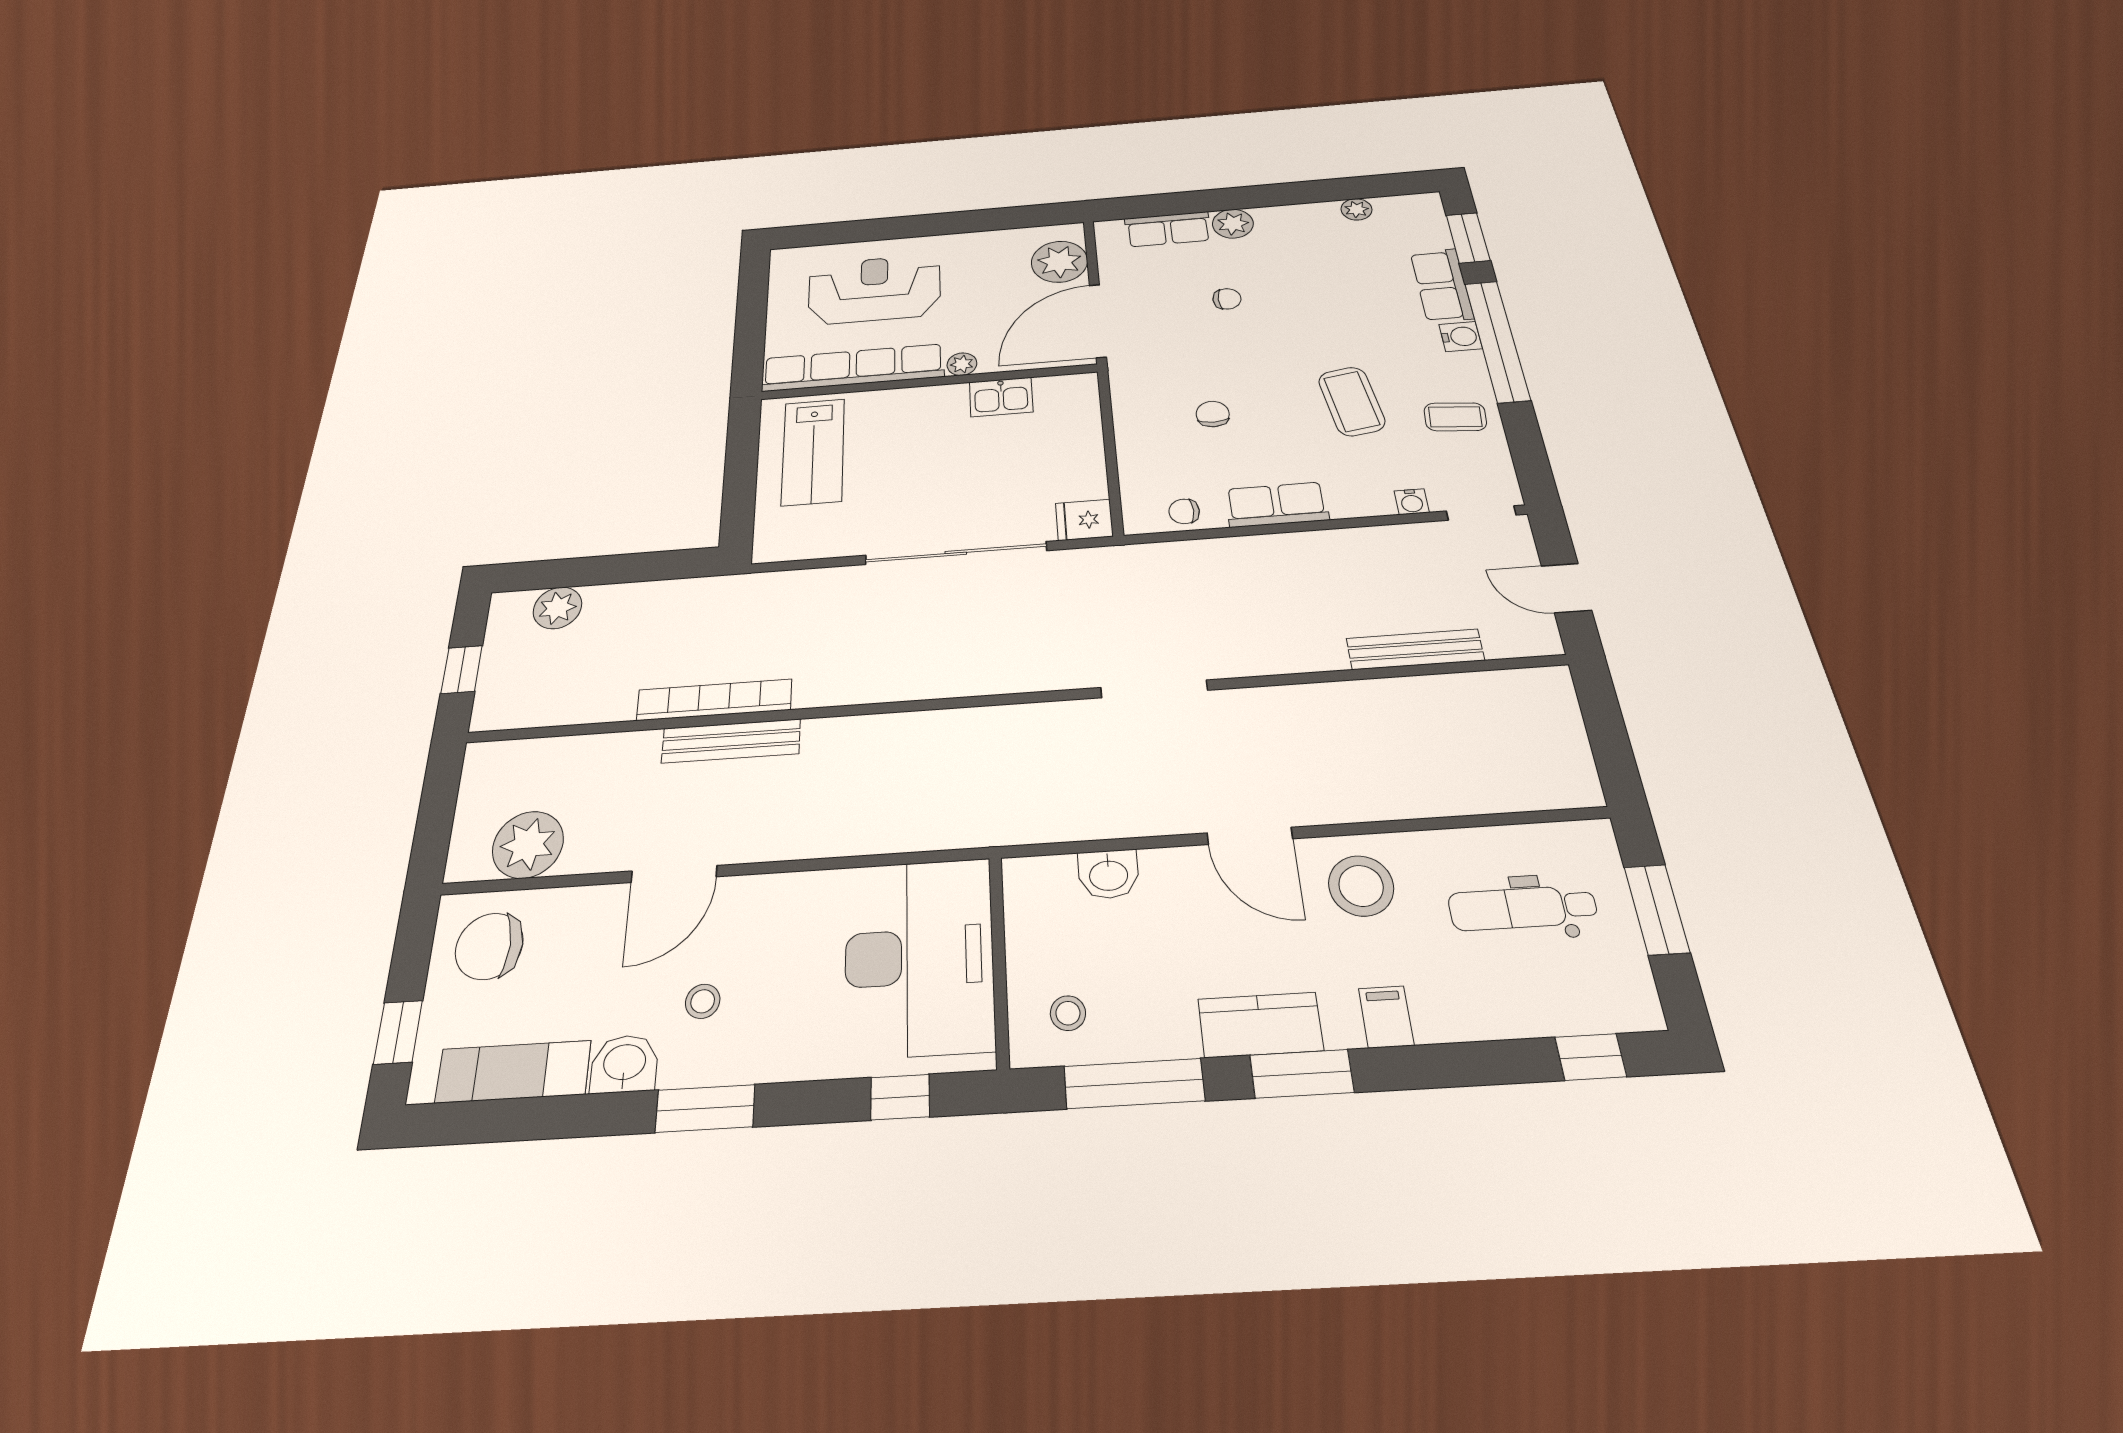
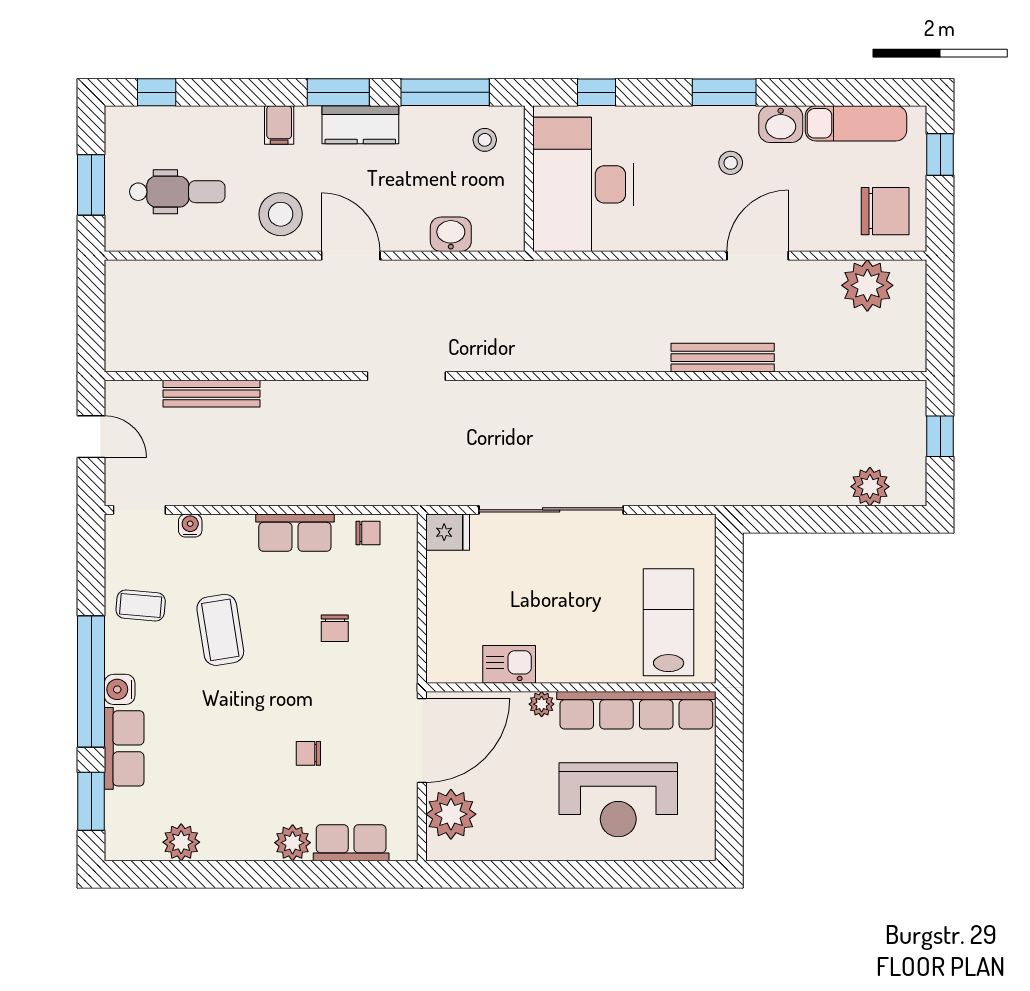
plant: (1356, 209) -> (181, 842), width x1.38, depth x1.38
bookcase: (714, 700) -> (738, 393), removed

